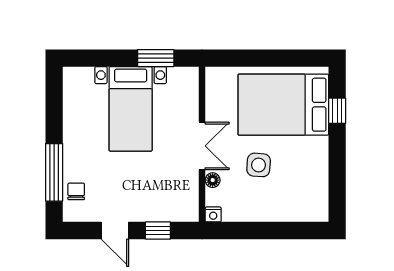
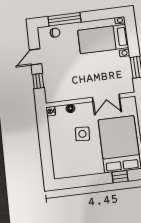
bed with nightstands: (131, 109) -> (103, 39), moved
double door: (202, 146) -> (106, 98), moved

